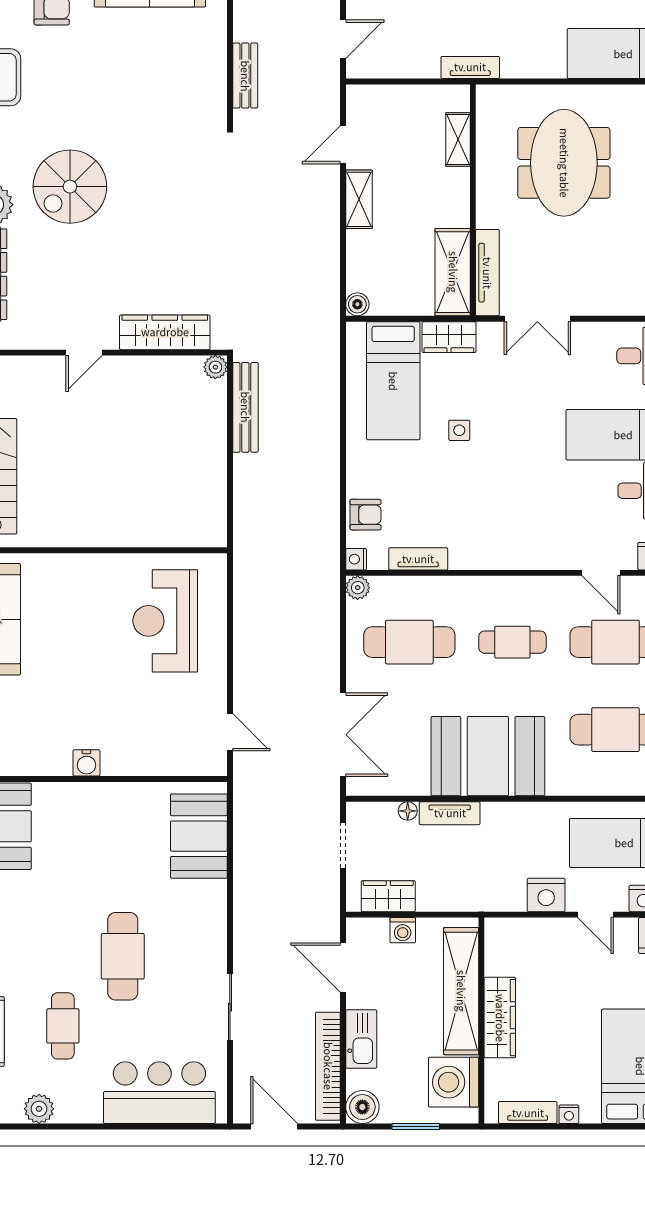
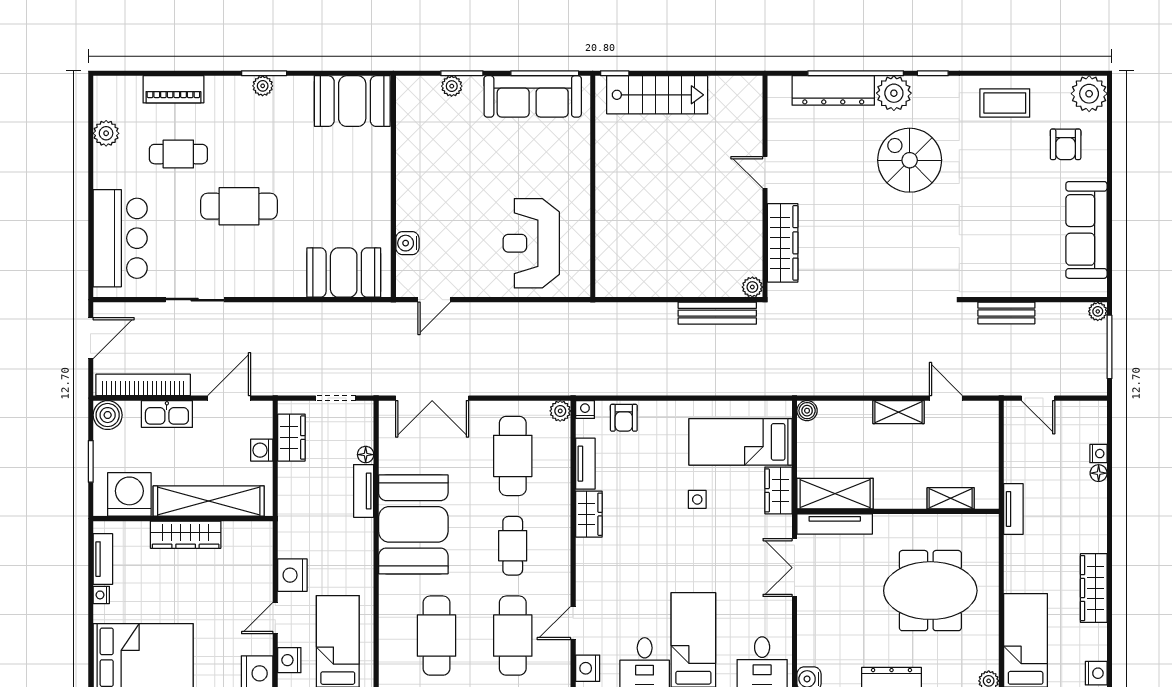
wardrobe: (476, 555) -> (589, 514), added
reception desk: (165, 621) -> (531, 243), turned -90
water cooler: (86, 763) -> (407, 243), moved

